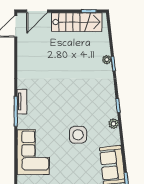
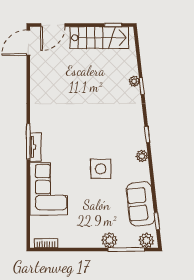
tv unit: (22, 102) -> (35, 147), moved

